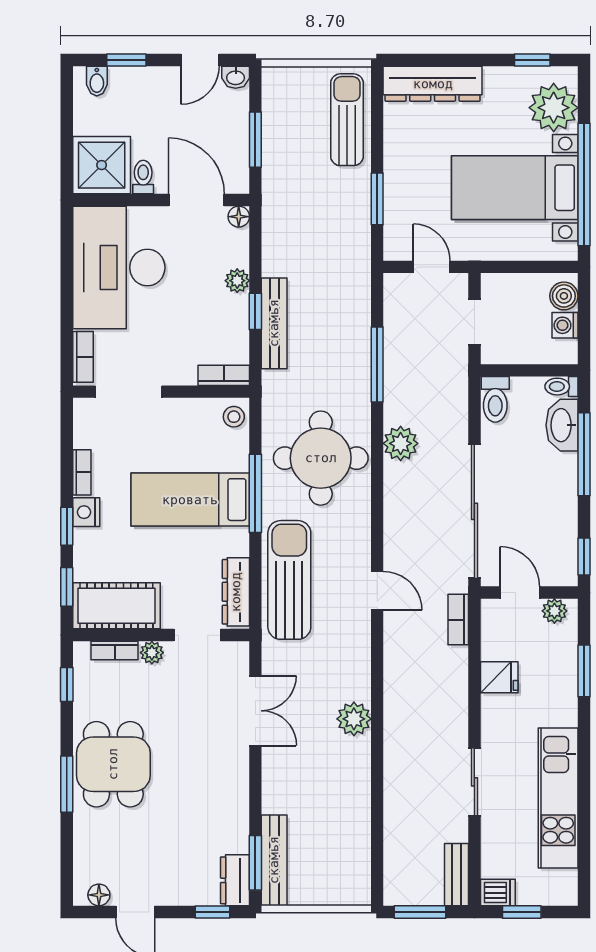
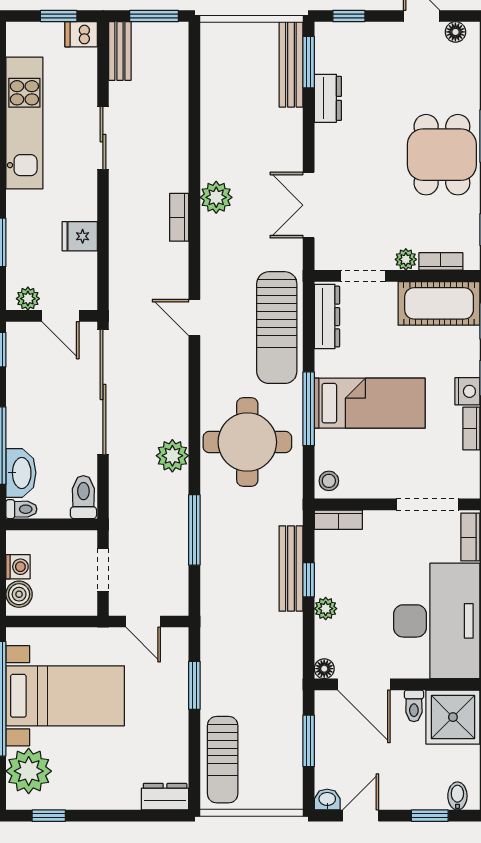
dresser: (433, 84) -> (165, 797), width x0.51, depth x0.80
bookcase: (458, 620) -> (179, 217), moved, turned 180
dresser: (235, 880) -> (328, 98), moved

